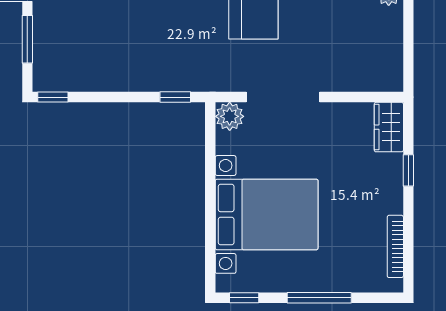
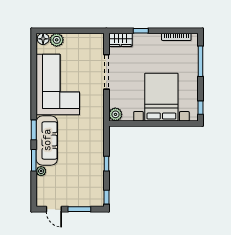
window: (175, 97) -> (106, 164), moved
doorway: (283, 97) -> (106, 72), moved
window: (319, 298) -> (200, 61), moved

